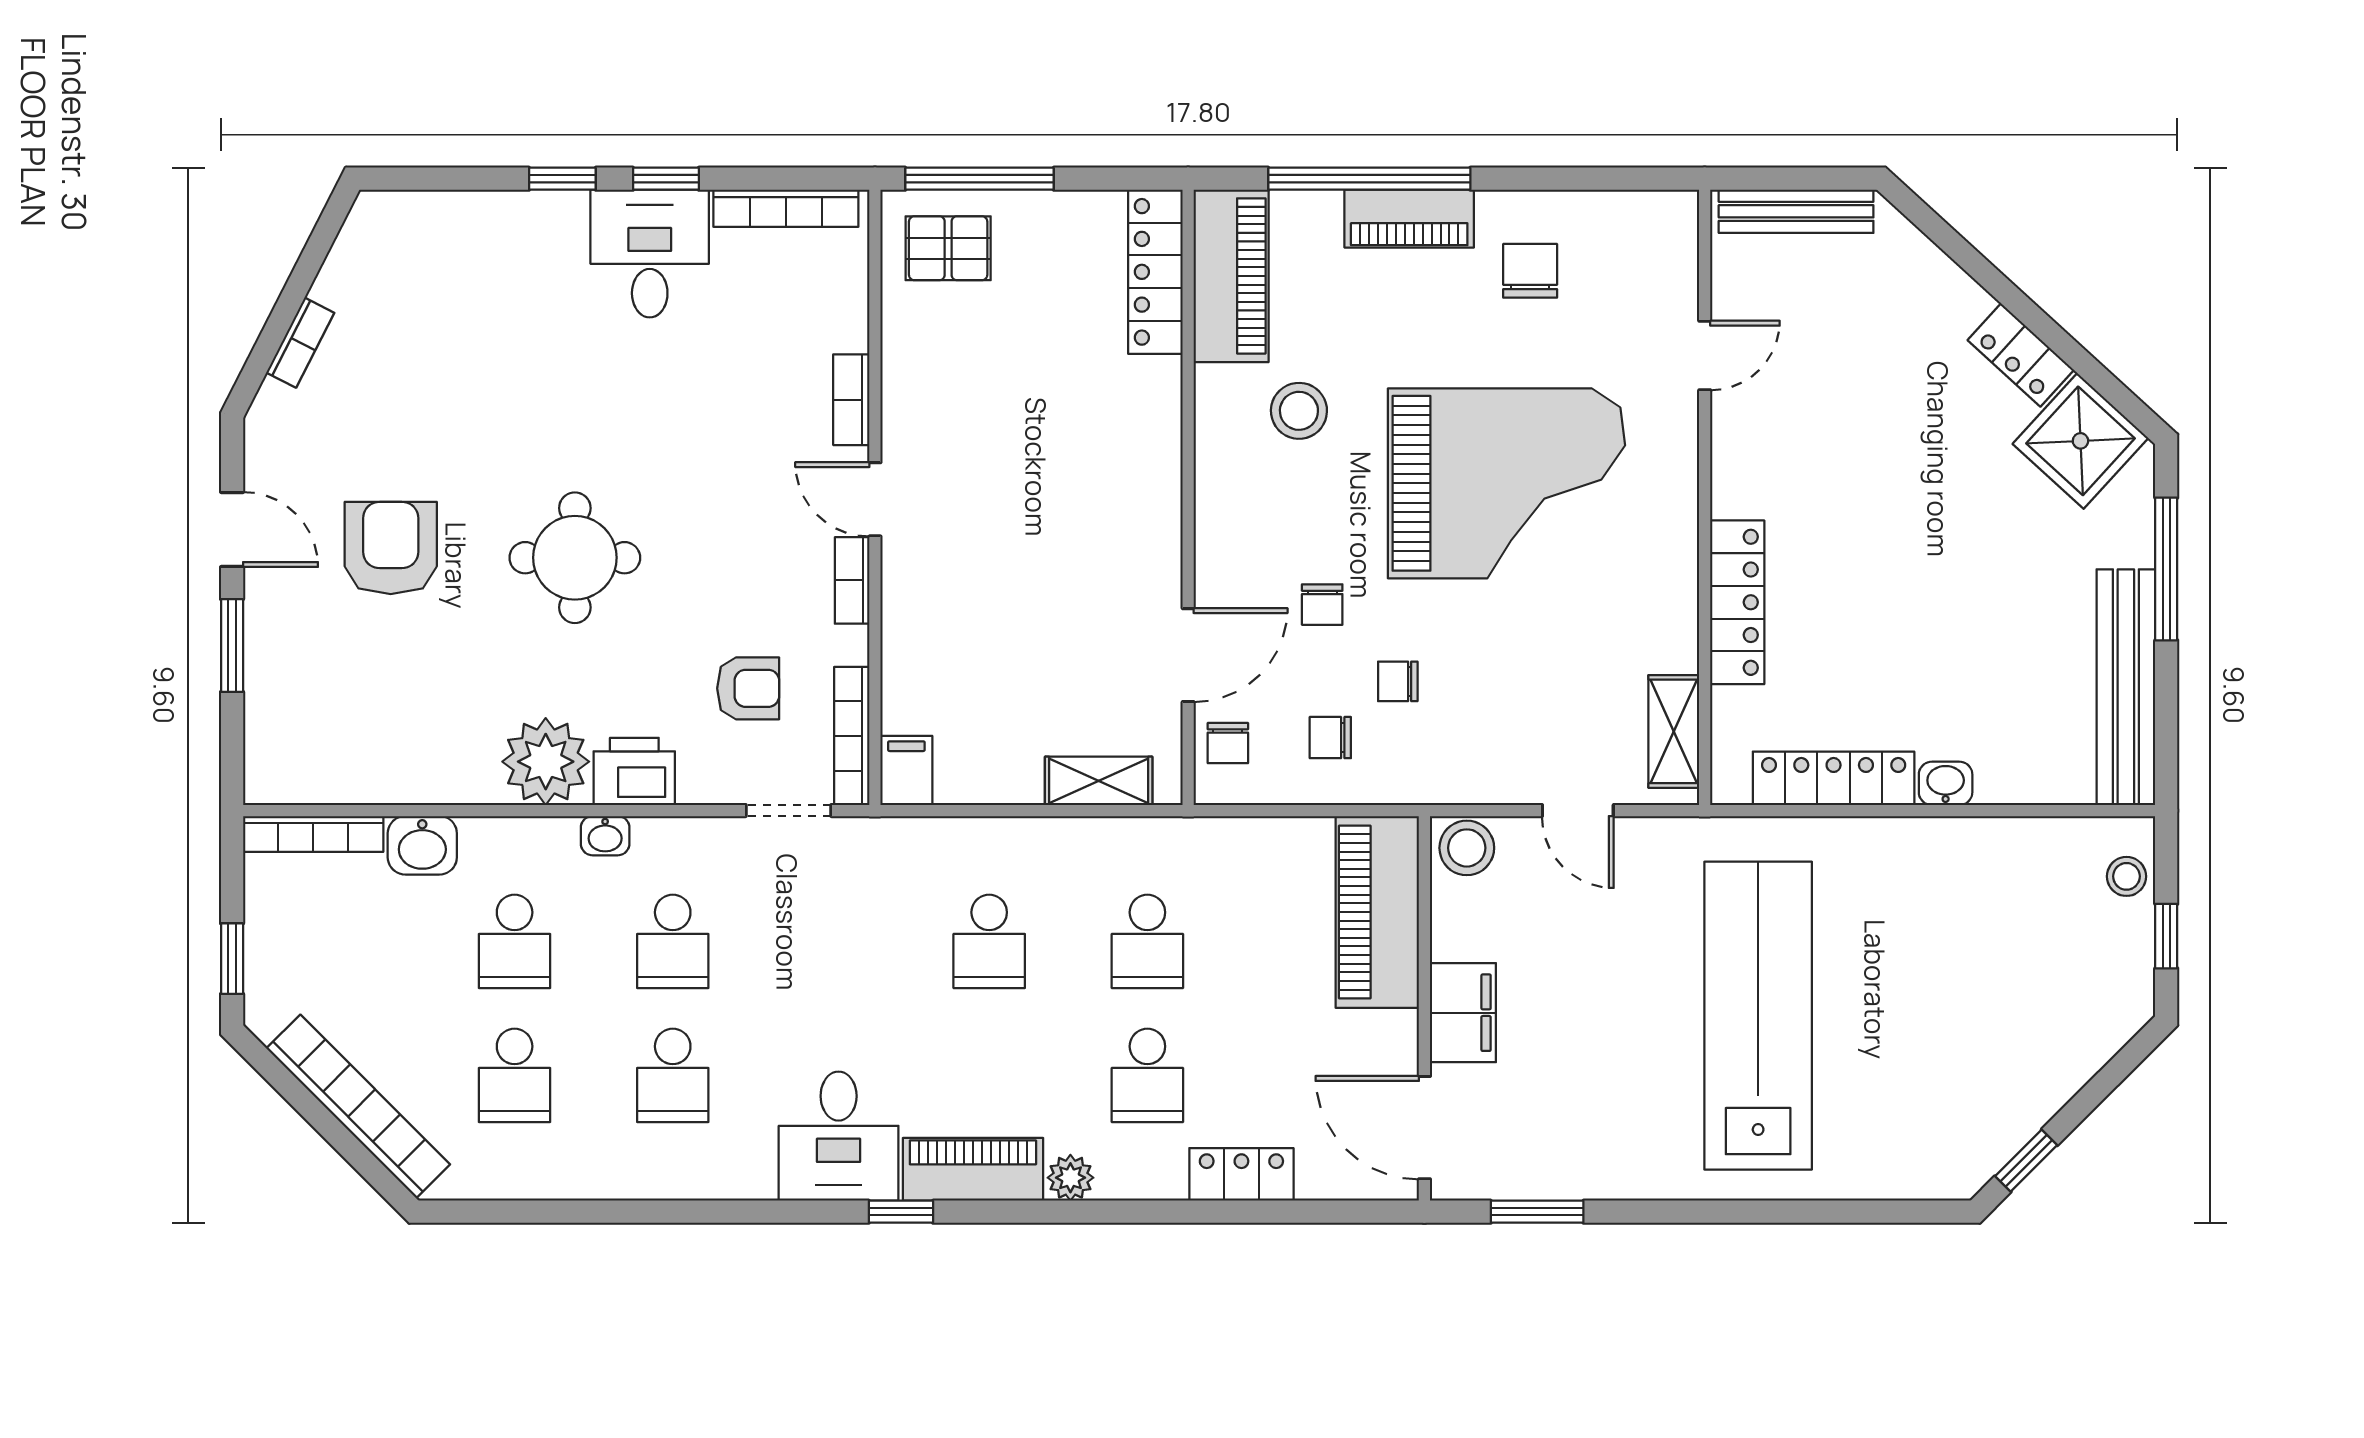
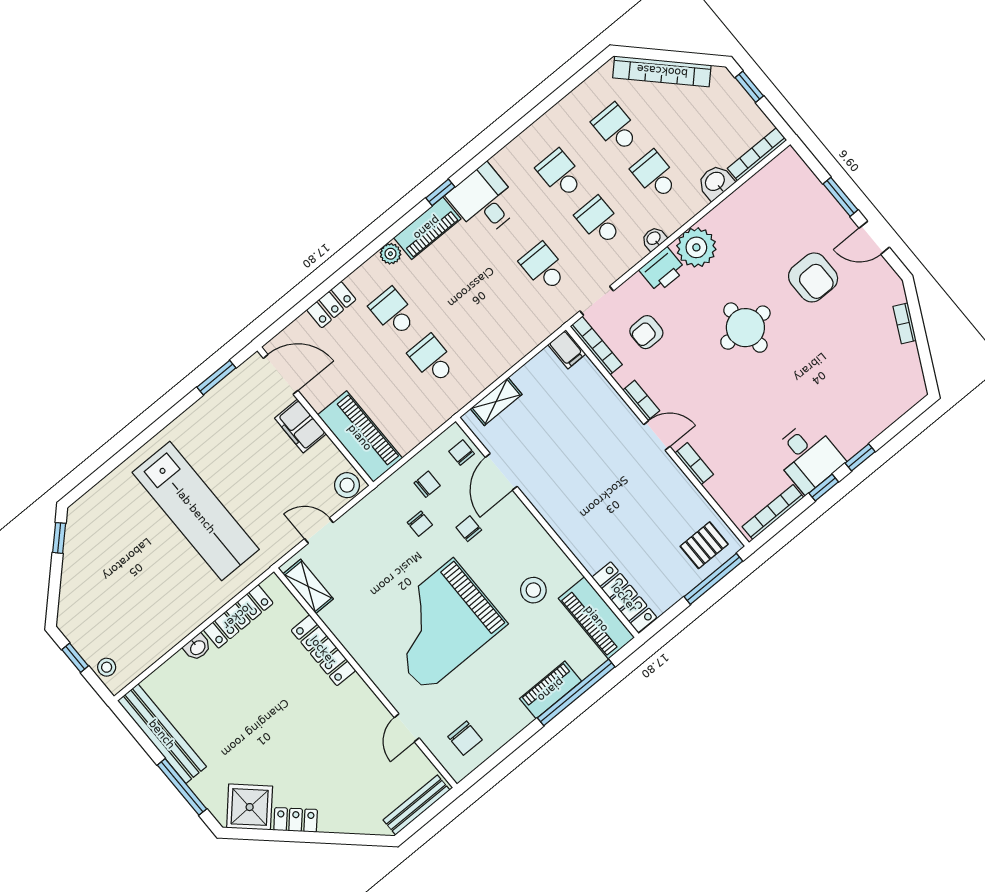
chair: (1530, 271) -> (465, 738), moved
chair: (1398, 681) -> (420, 524), turned 90
school desk: (989, 941) -> (544, 267), moved

